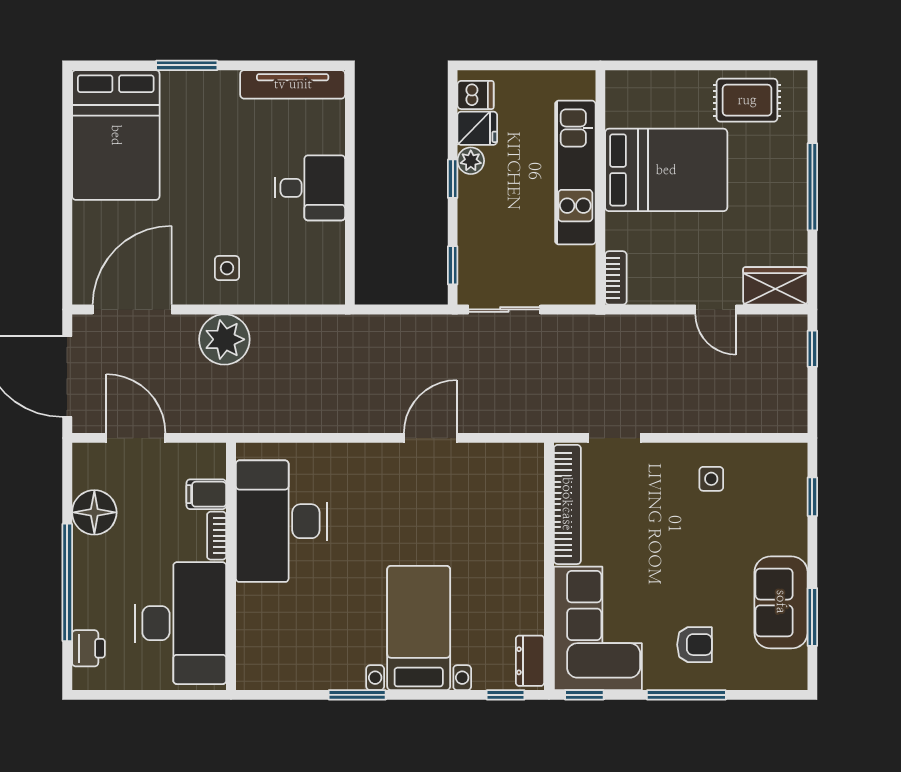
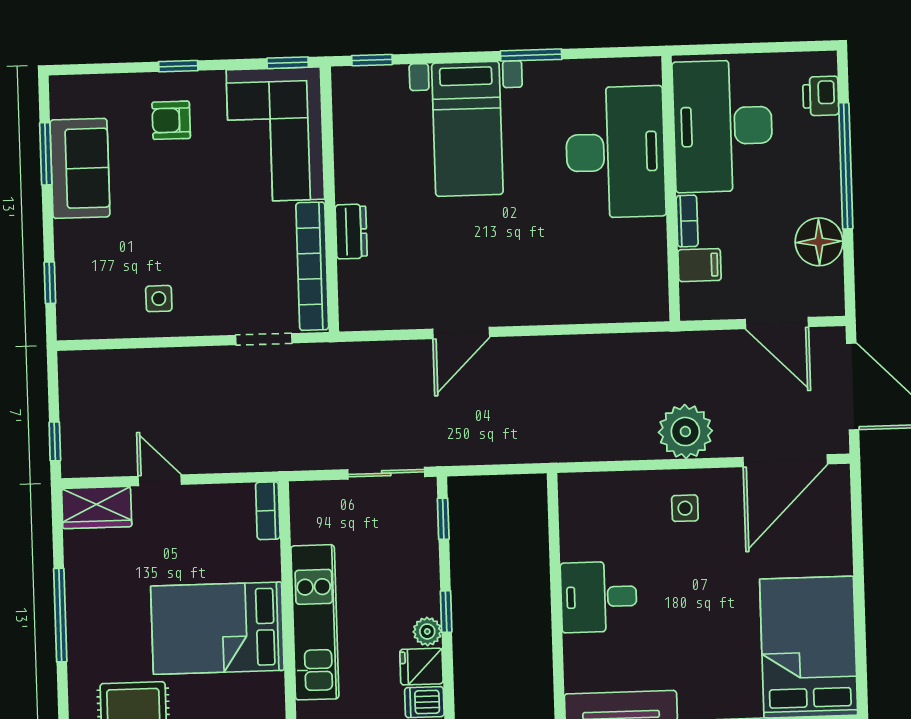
desk: (281, 521) -> (615, 152), moved
dresser: (530, 661) -> (351, 231), moved
window: (686, 695) -> (178, 66), width x0.46

